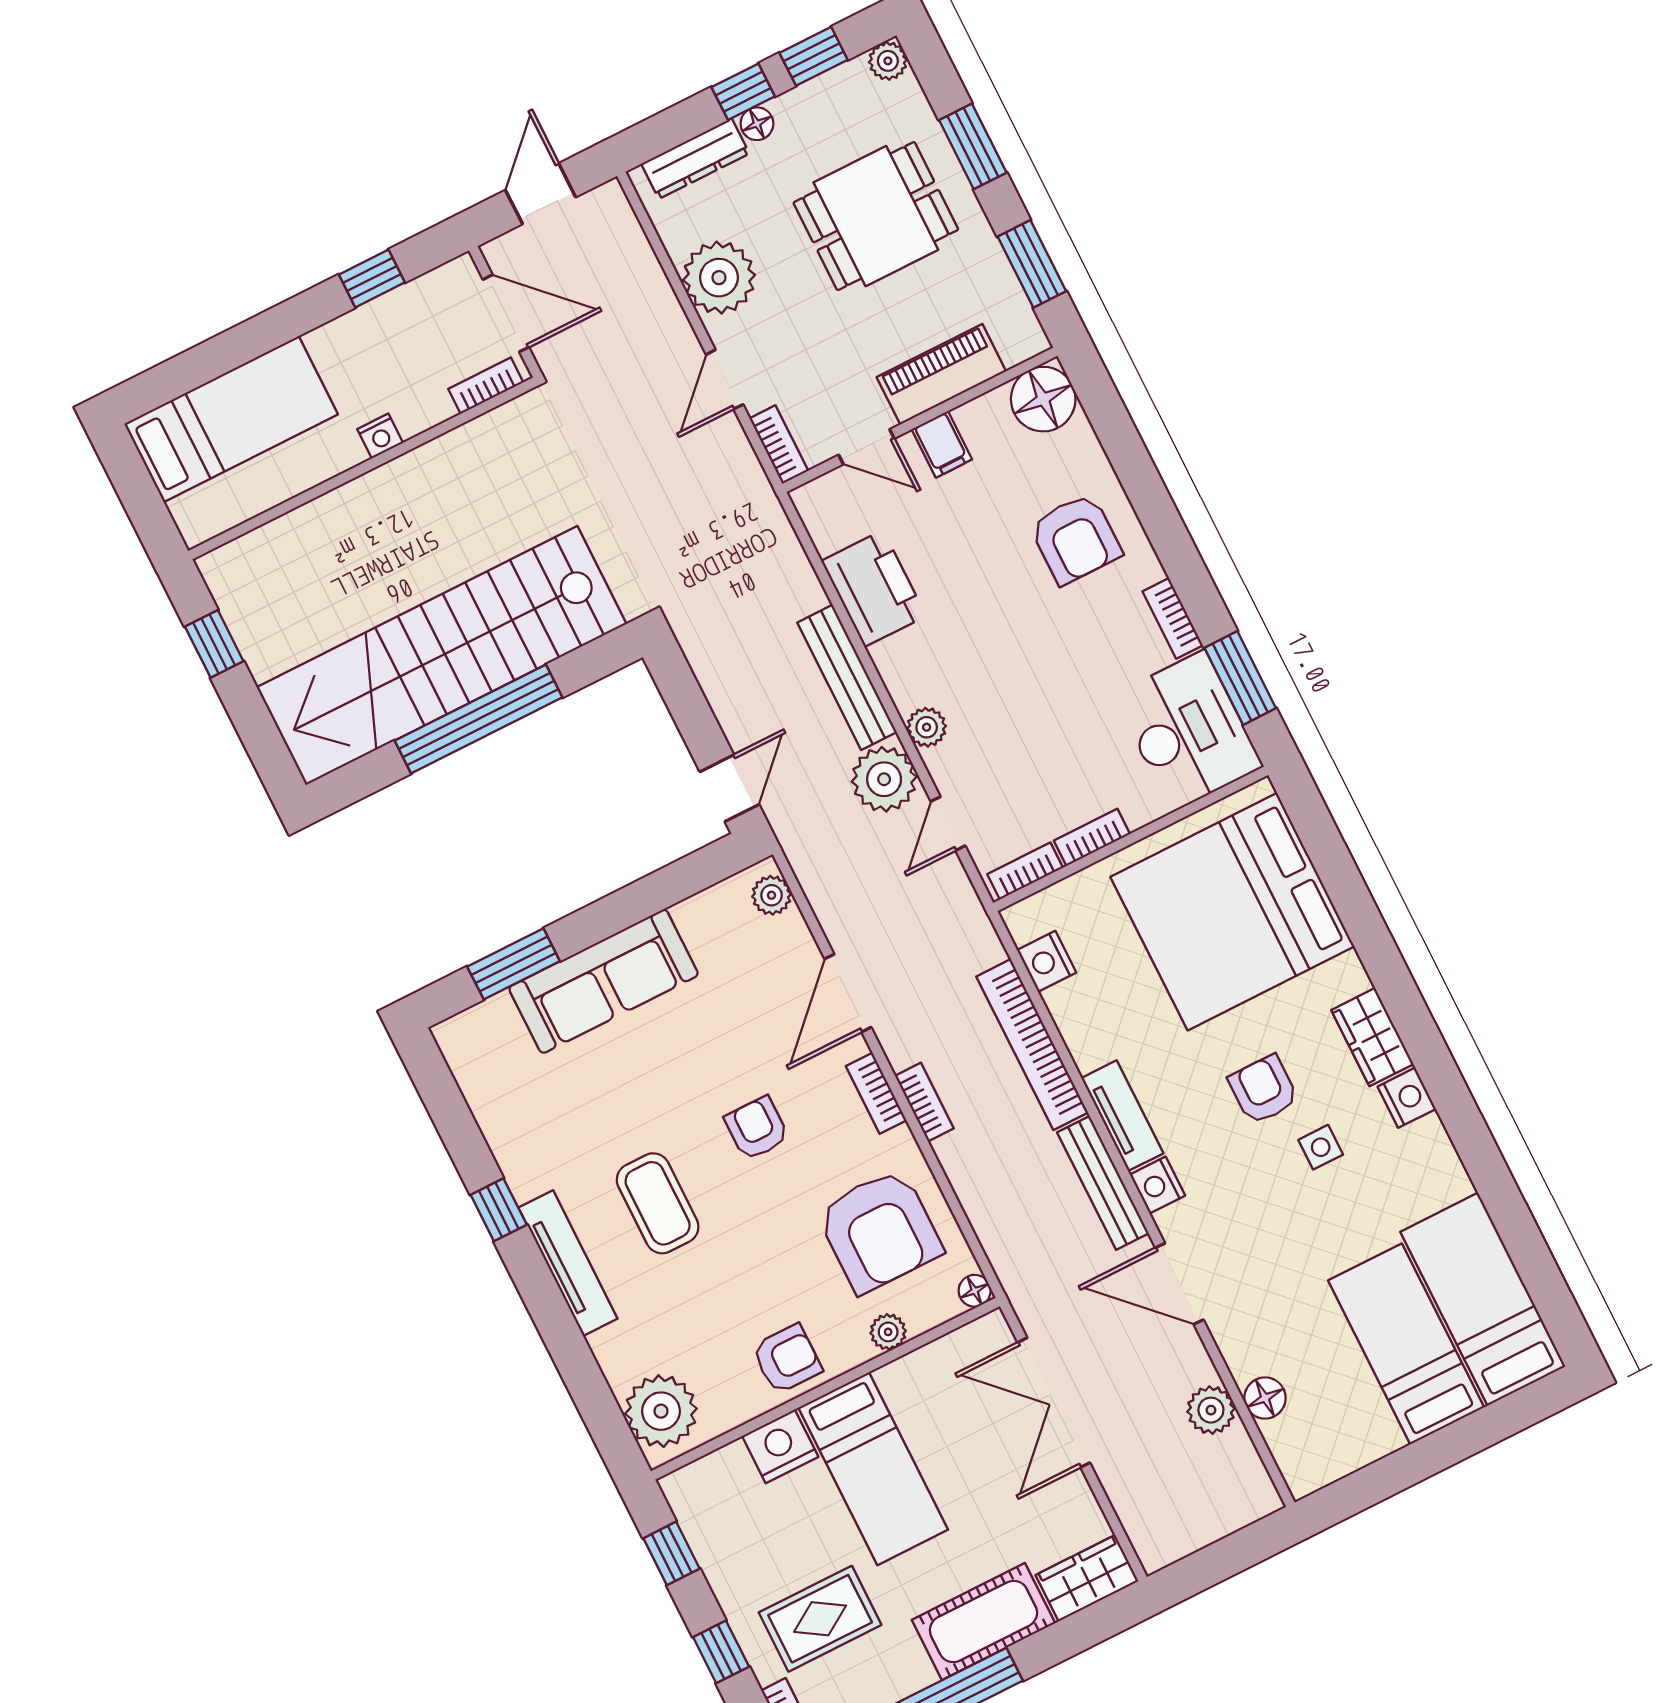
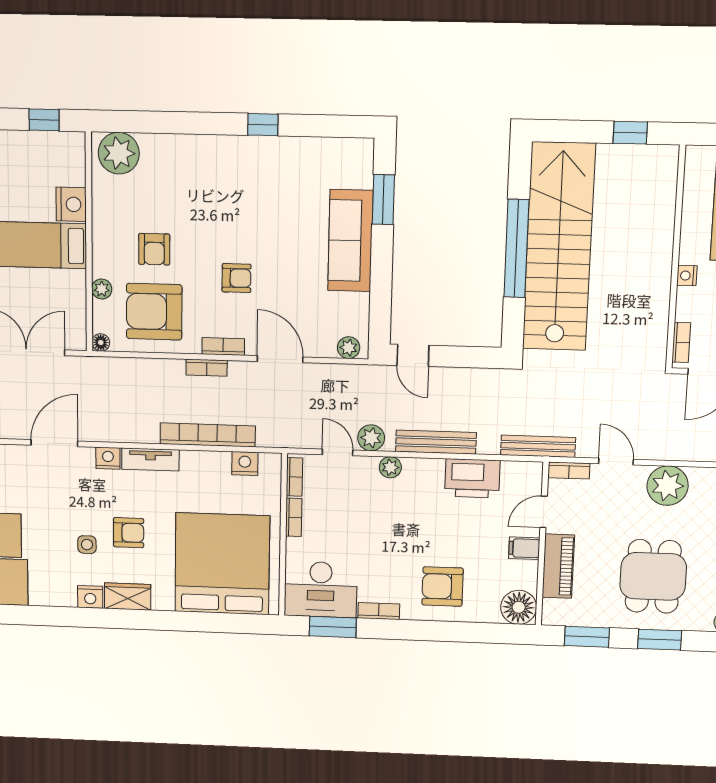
plant: (884, 779) -> (371, 438), width x0.73, depth x0.73
bench: (1103, 1183) -> (538, 446), moved
coffee table: (658, 1203) -> (224, 208), removed
tv unit: (568, 1263) -> (218, 146), removed
armchair: (787, 1359) -> (154, 249), moved

